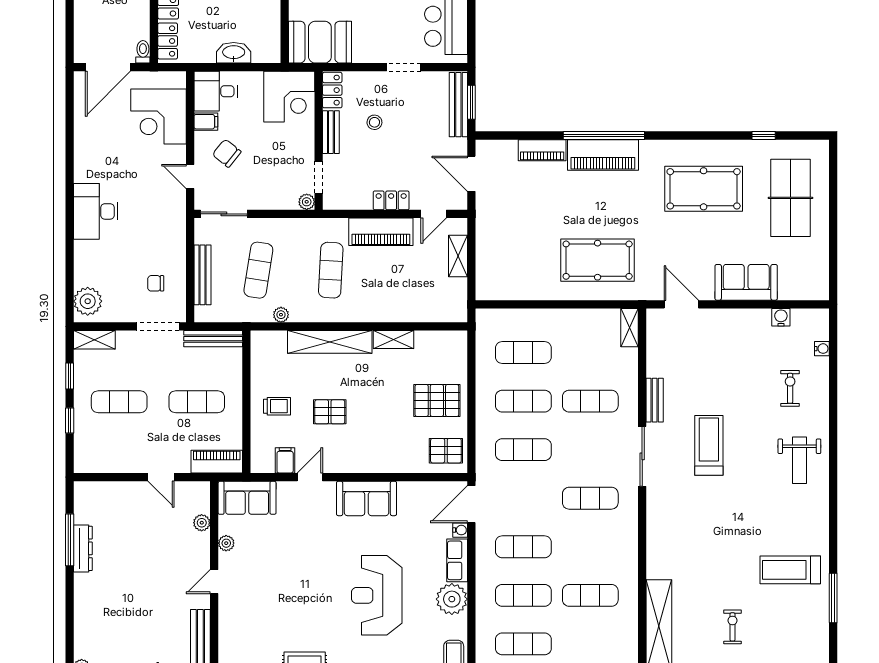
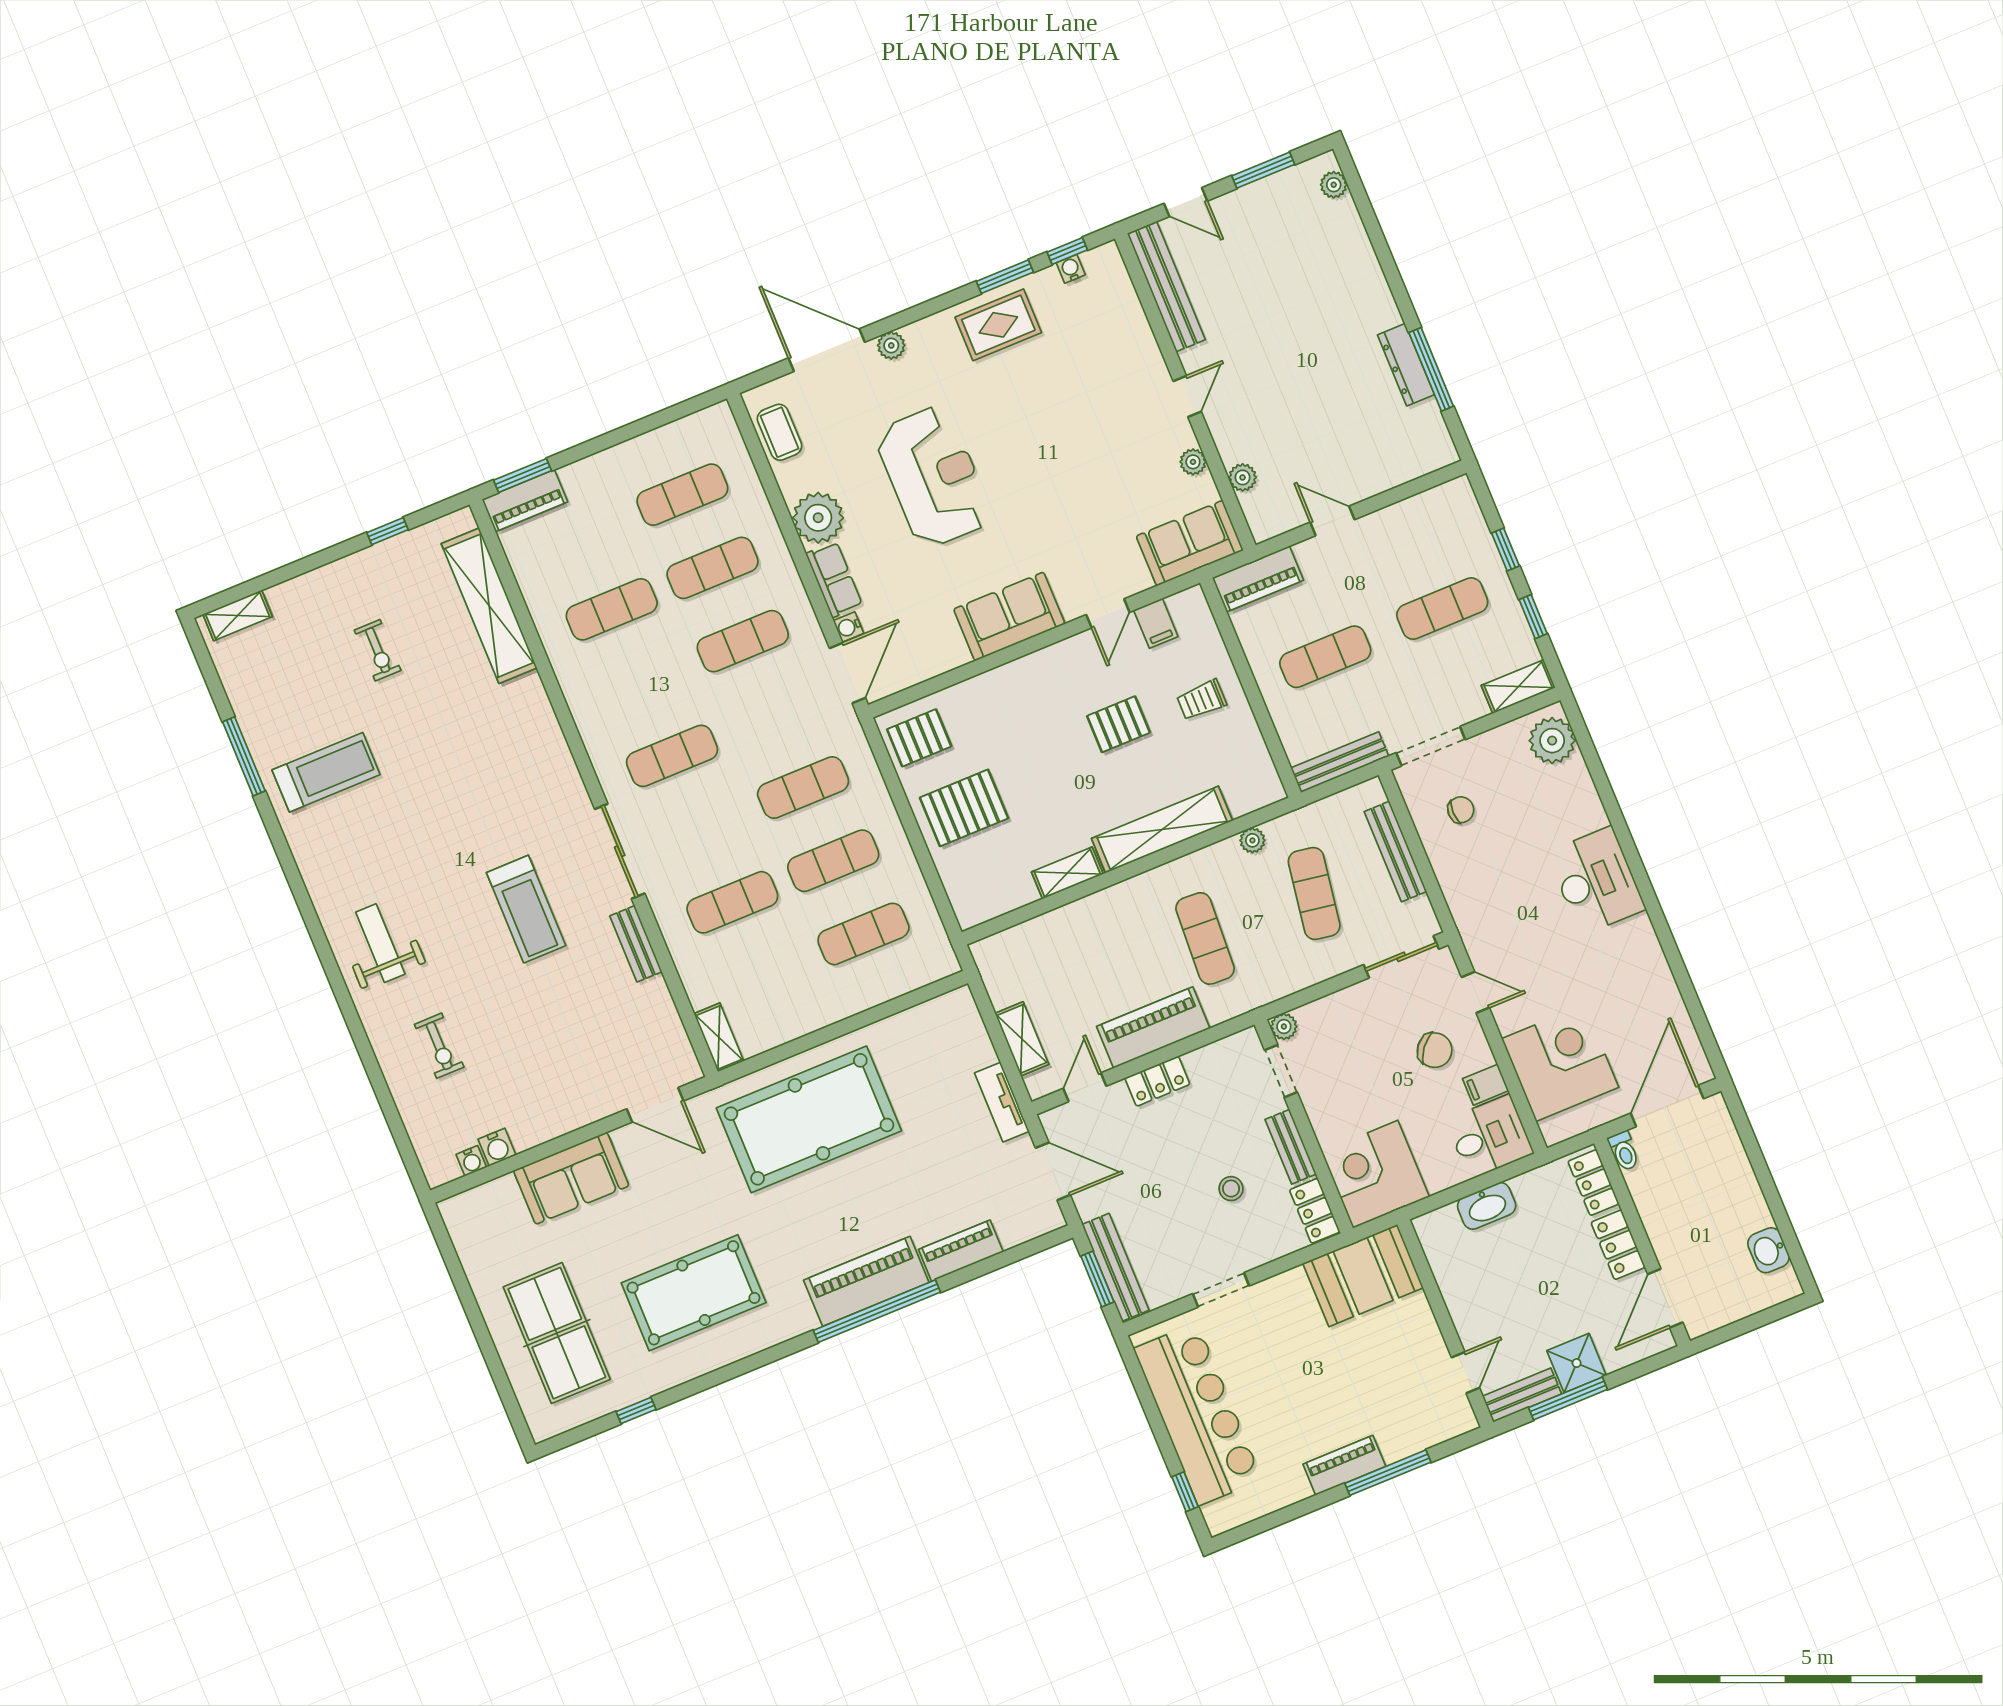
tv unit: (484, 225) -> (1002, 1102), added
pool table: (598, 260) -> (809, 1119), width x1.36, depth x1.32
water cooler: (822, 349) -> (471, 1161), moved, turned -90

